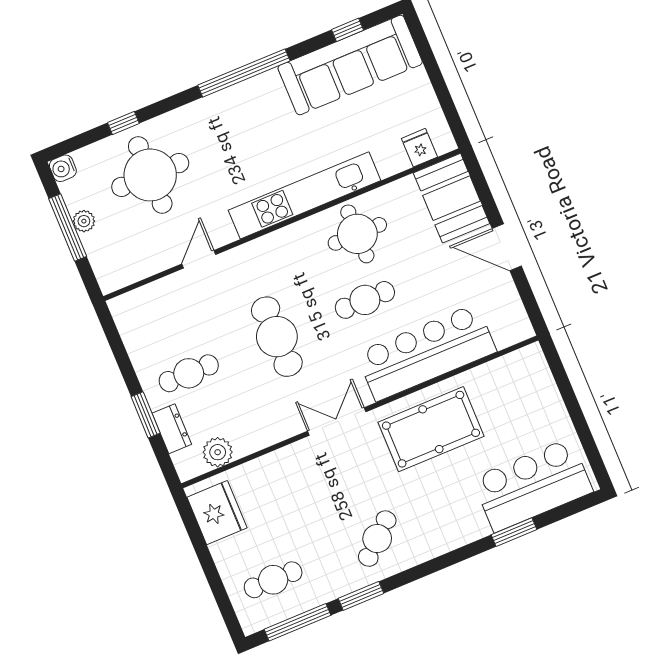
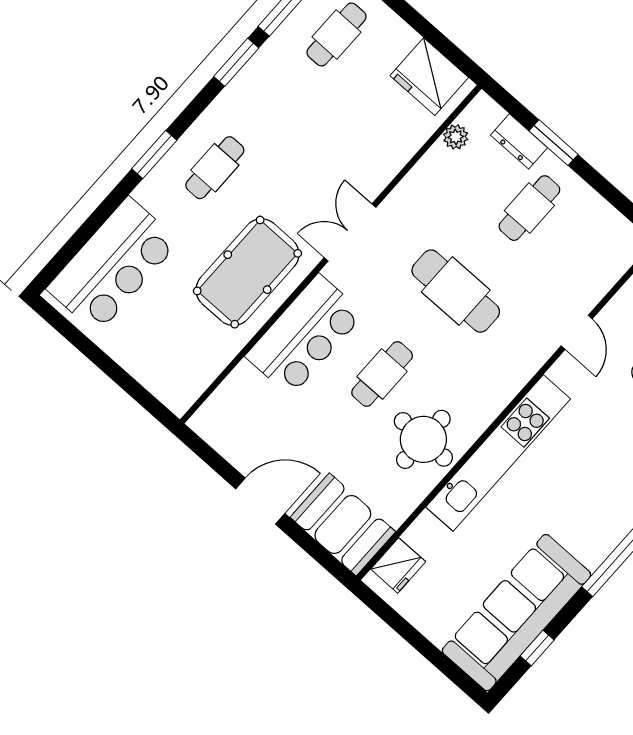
fridge: (419, 148) -> (398, 565), width x1.38
bar counter: (426, 352) -> (305, 335), width x0.73
double door: (337, 421) -> (350, 232), swing flipped
plant: (218, 452) -> (456, 137), width x0.73, depth x0.73
window: (514, 532) -> (154, 155), moved
cafe table: (377, 539) -> (215, 168), moved, turned 42

